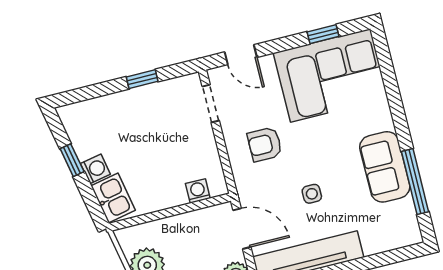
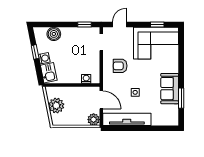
door: (241, 55) -> (119, 24), swing flipped
window: (142, 79) -> (85, 24), moved
boiler: (103, 111) -> (54, 34), added
window: (415, 182) -> (181, 98), width x0.69

